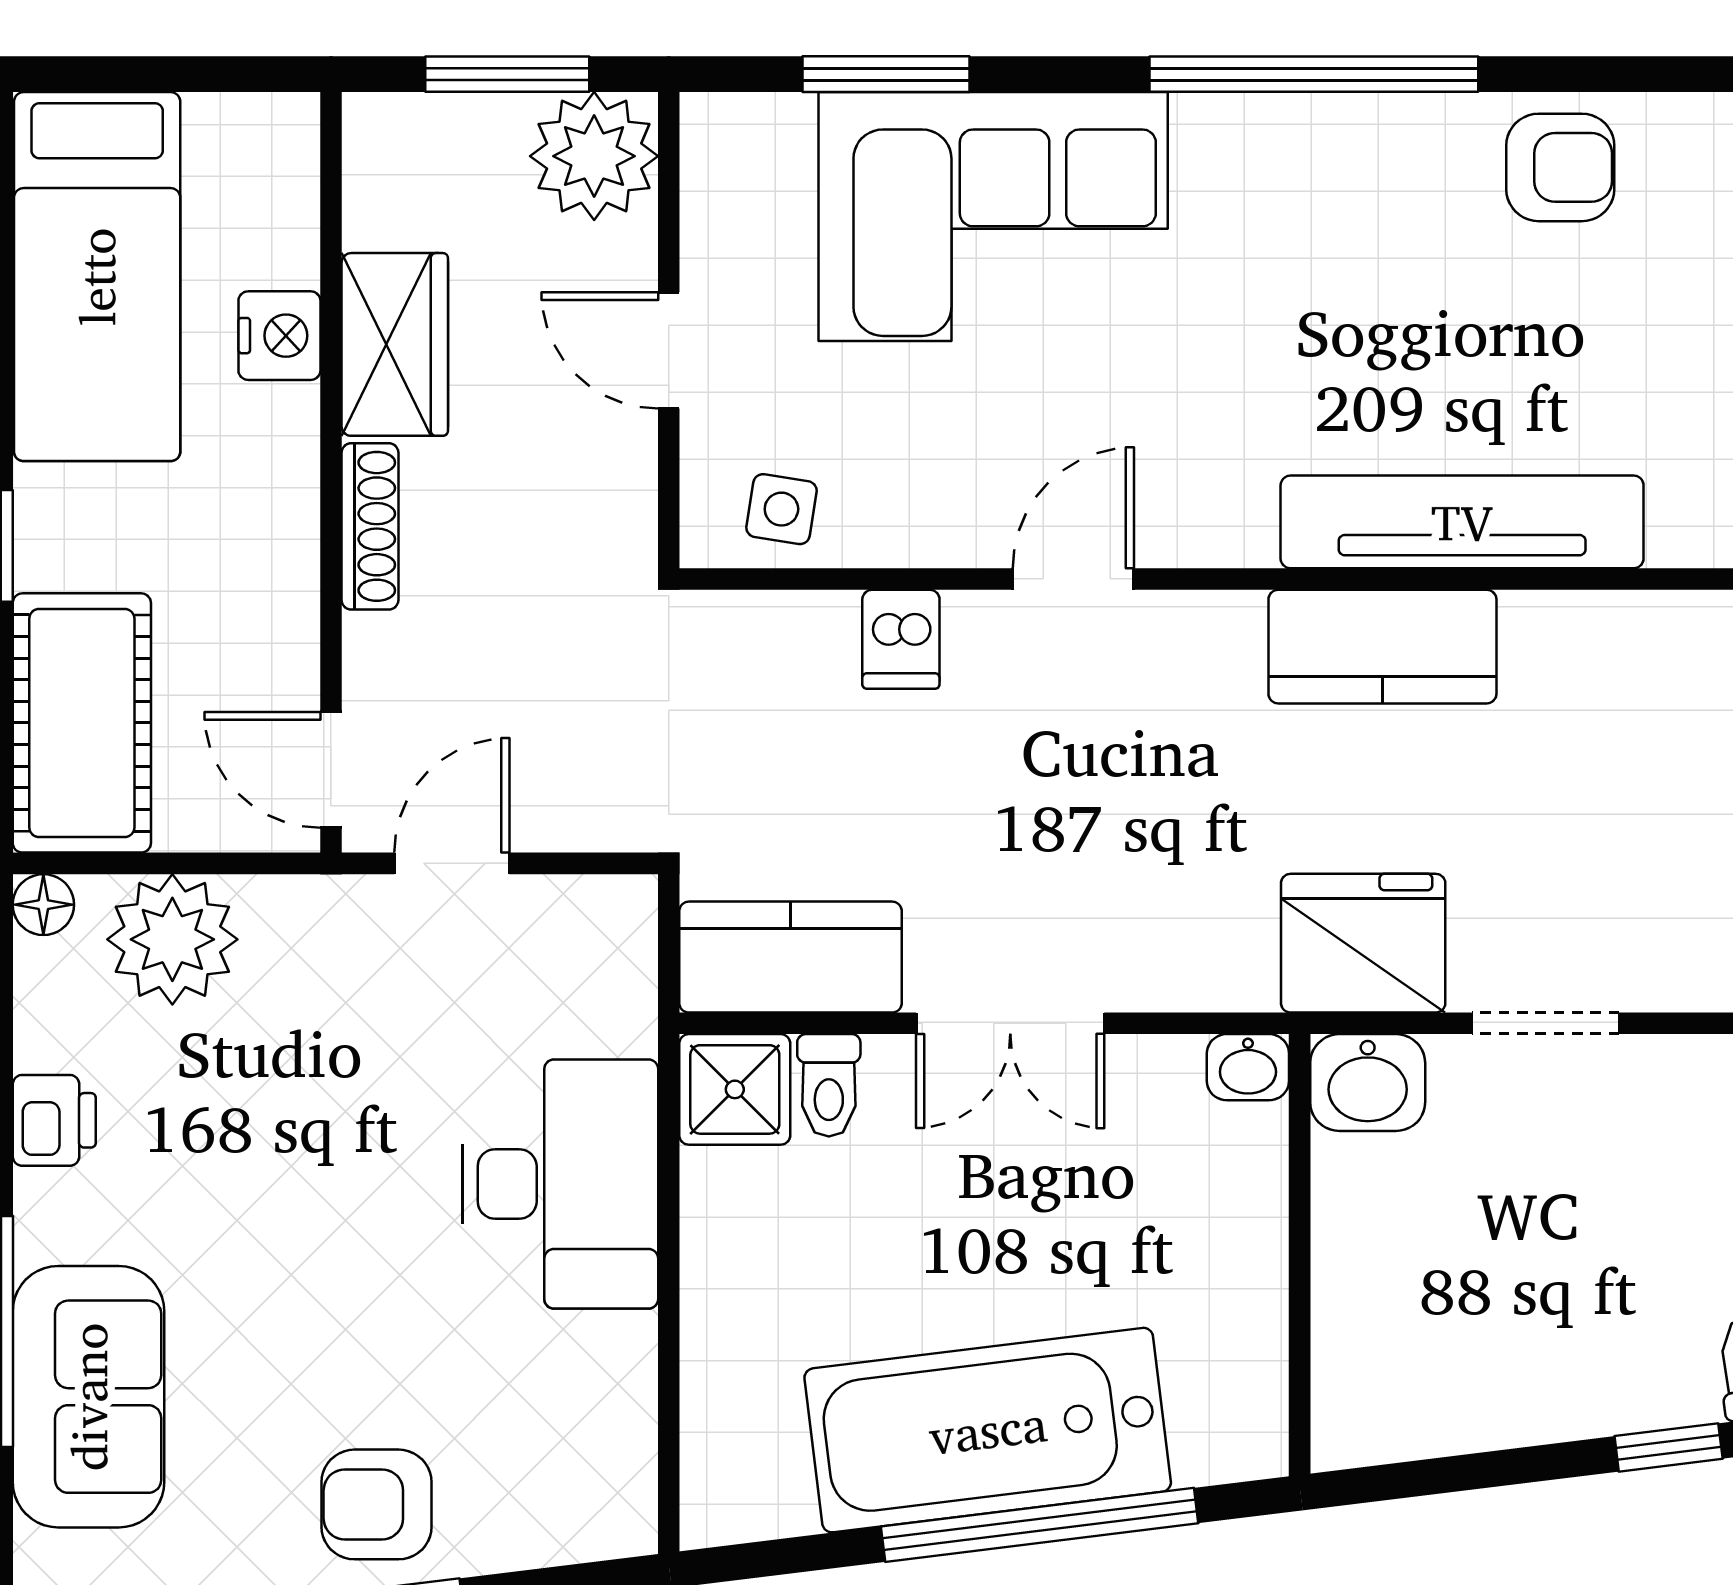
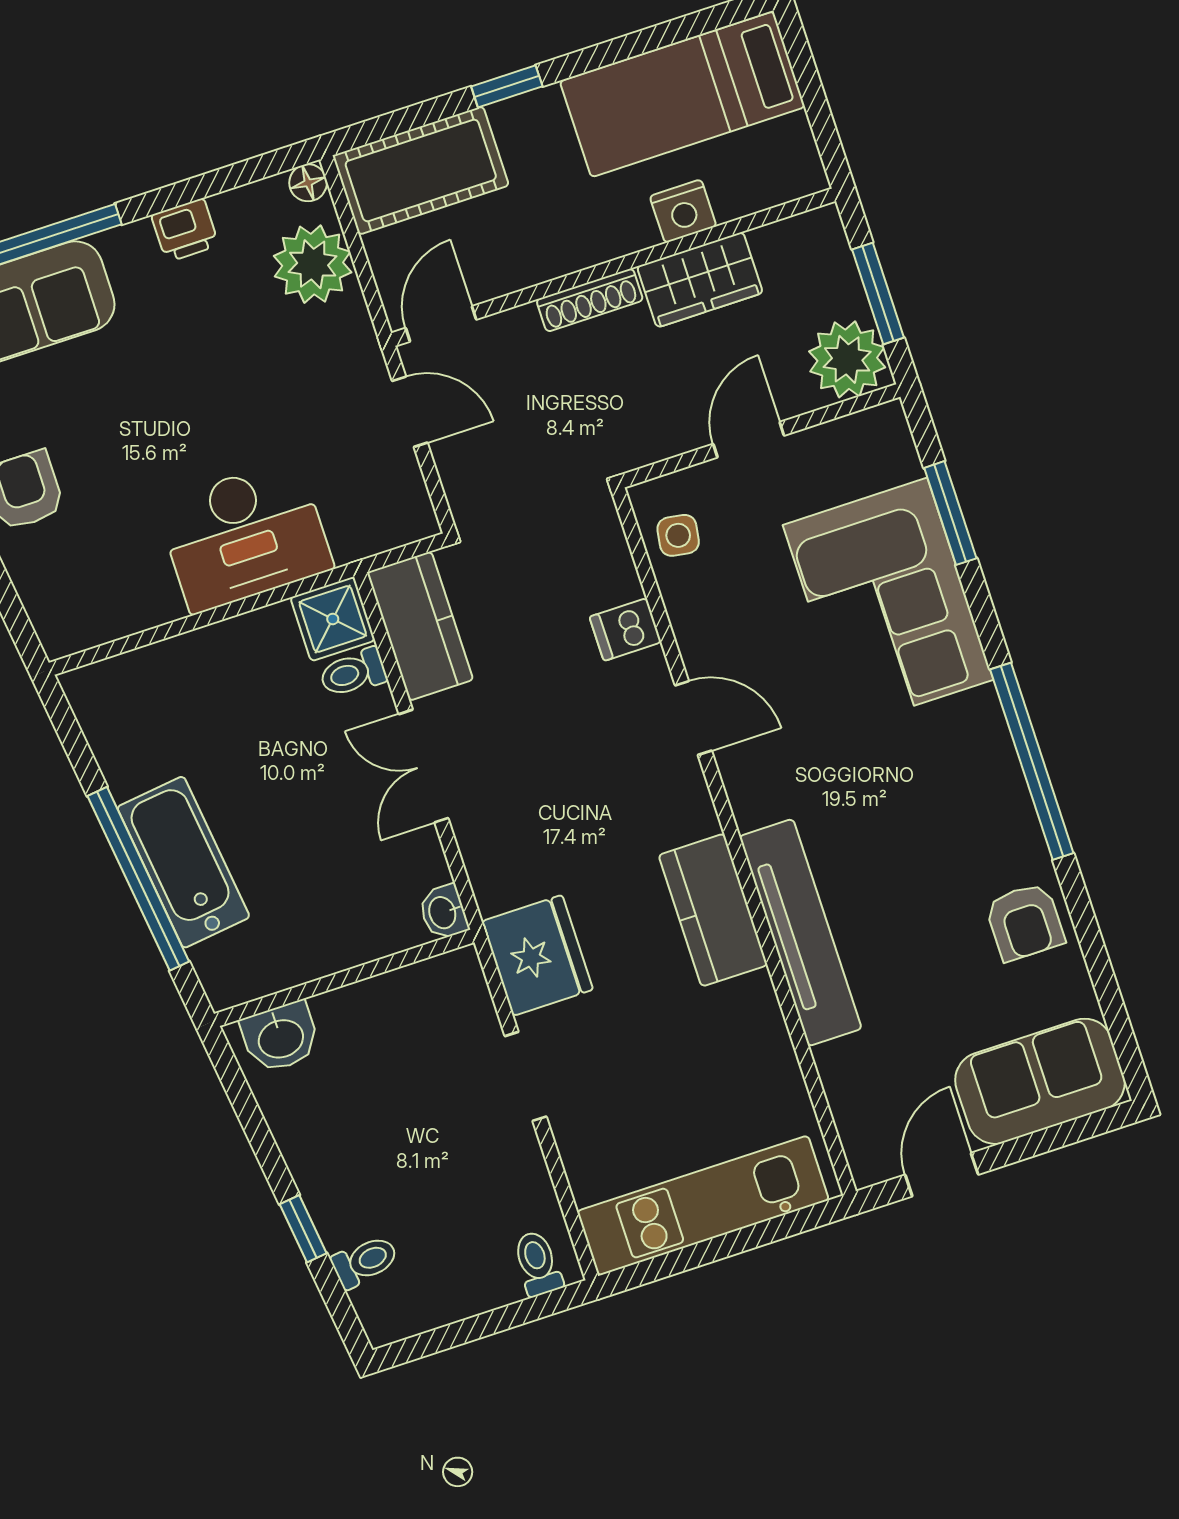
washbasin: (1368, 1083) -> (280, 1037), moved, turned -90
bathtub: (988, 1430) -> (183, 862), width x0.73, depth x0.73

